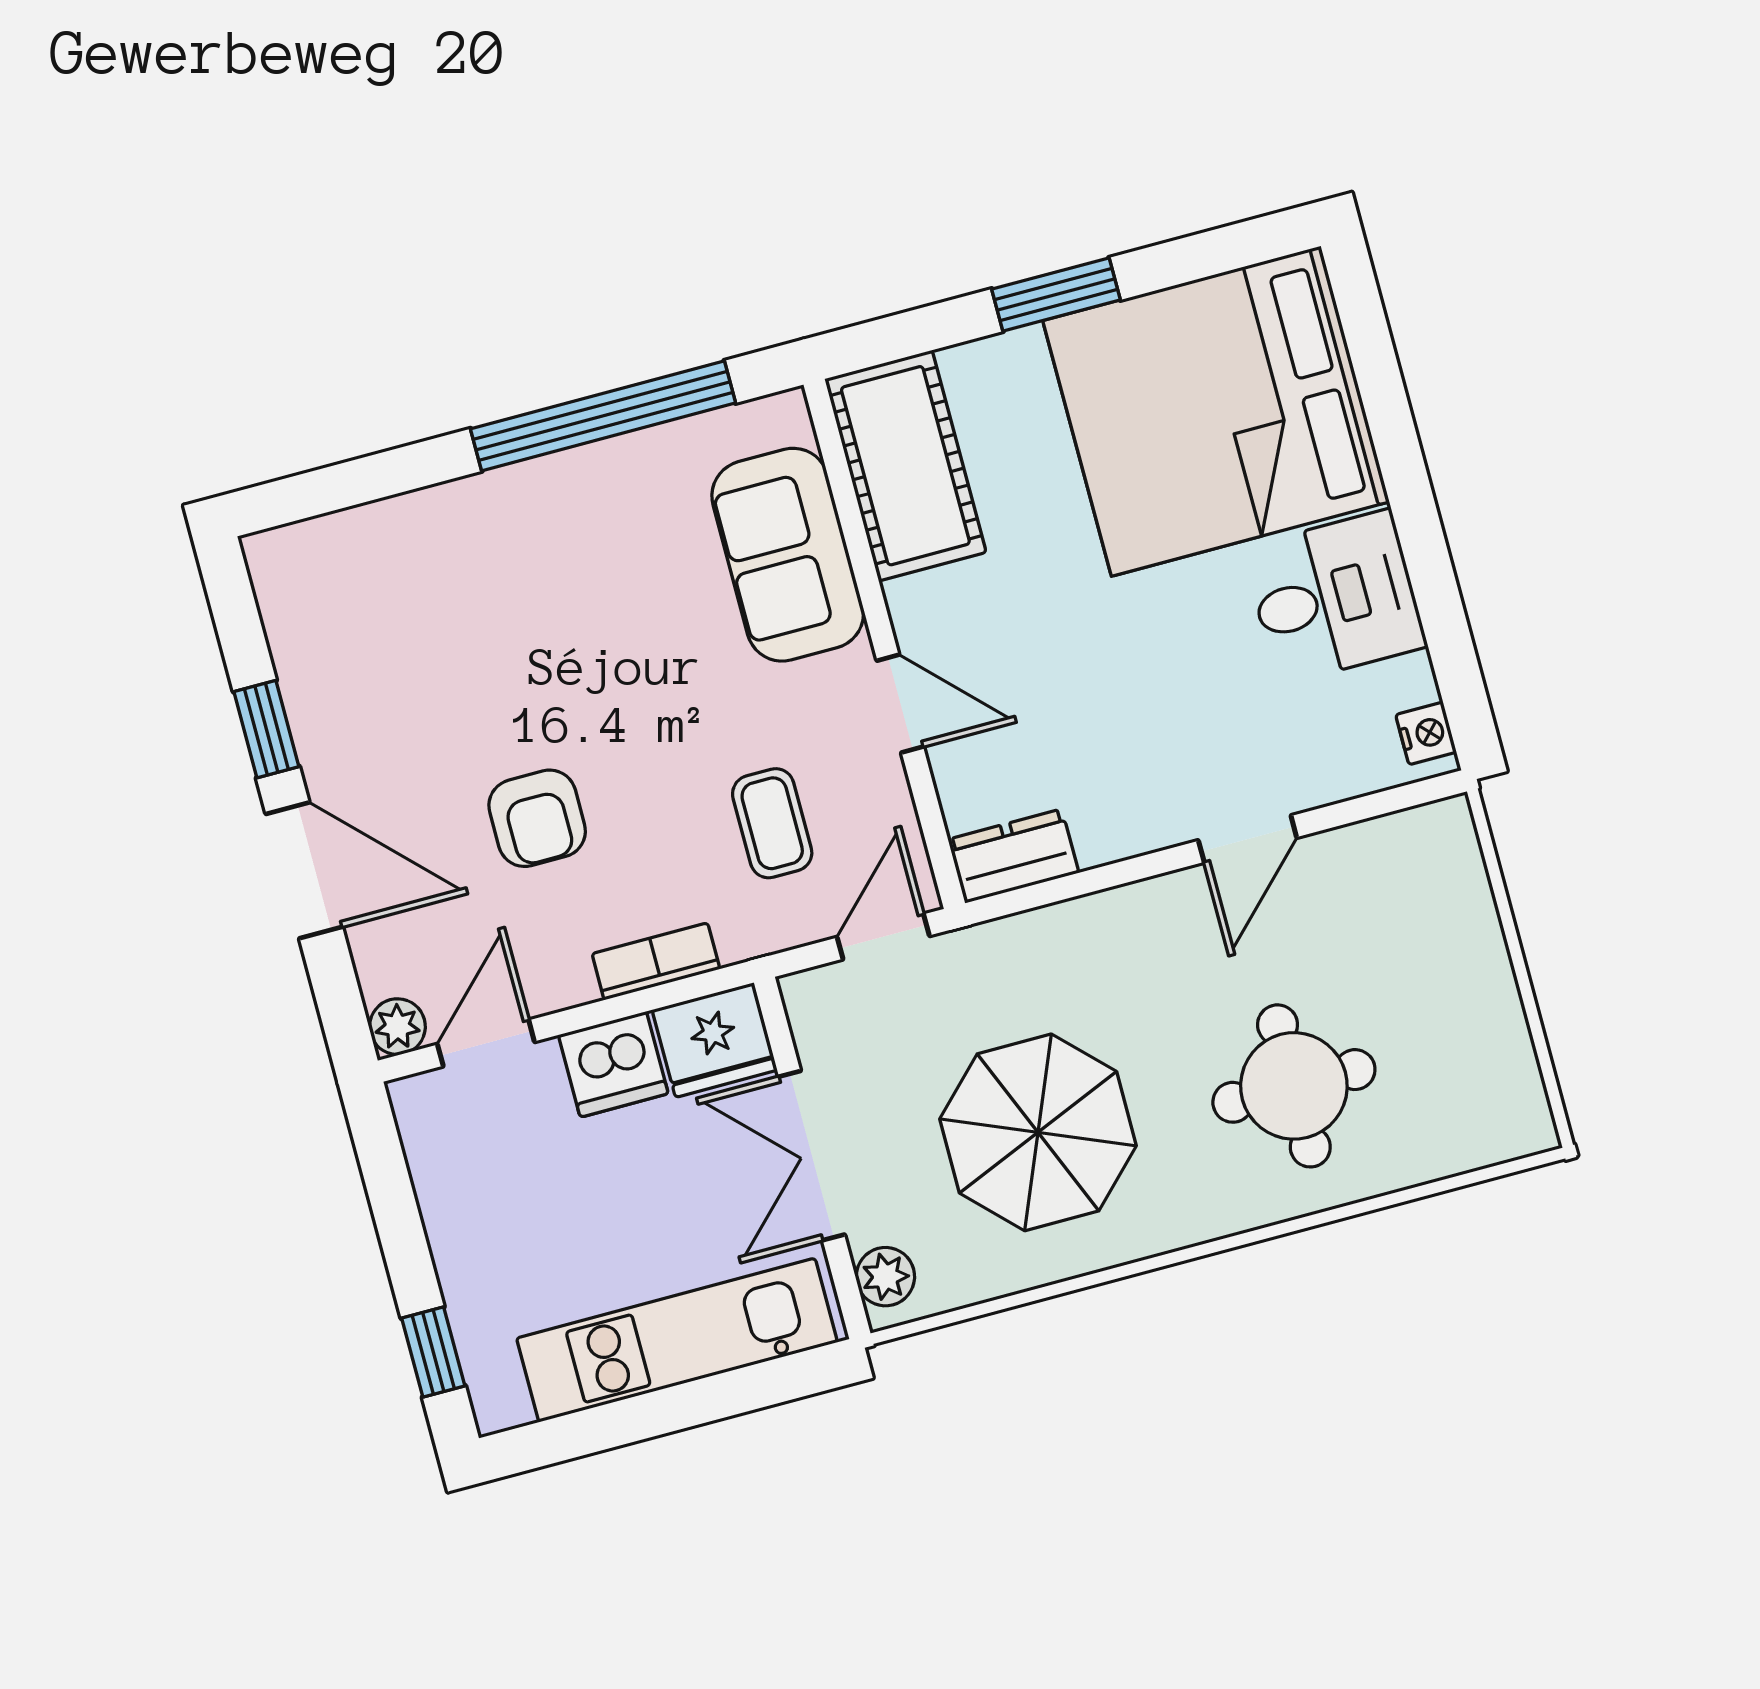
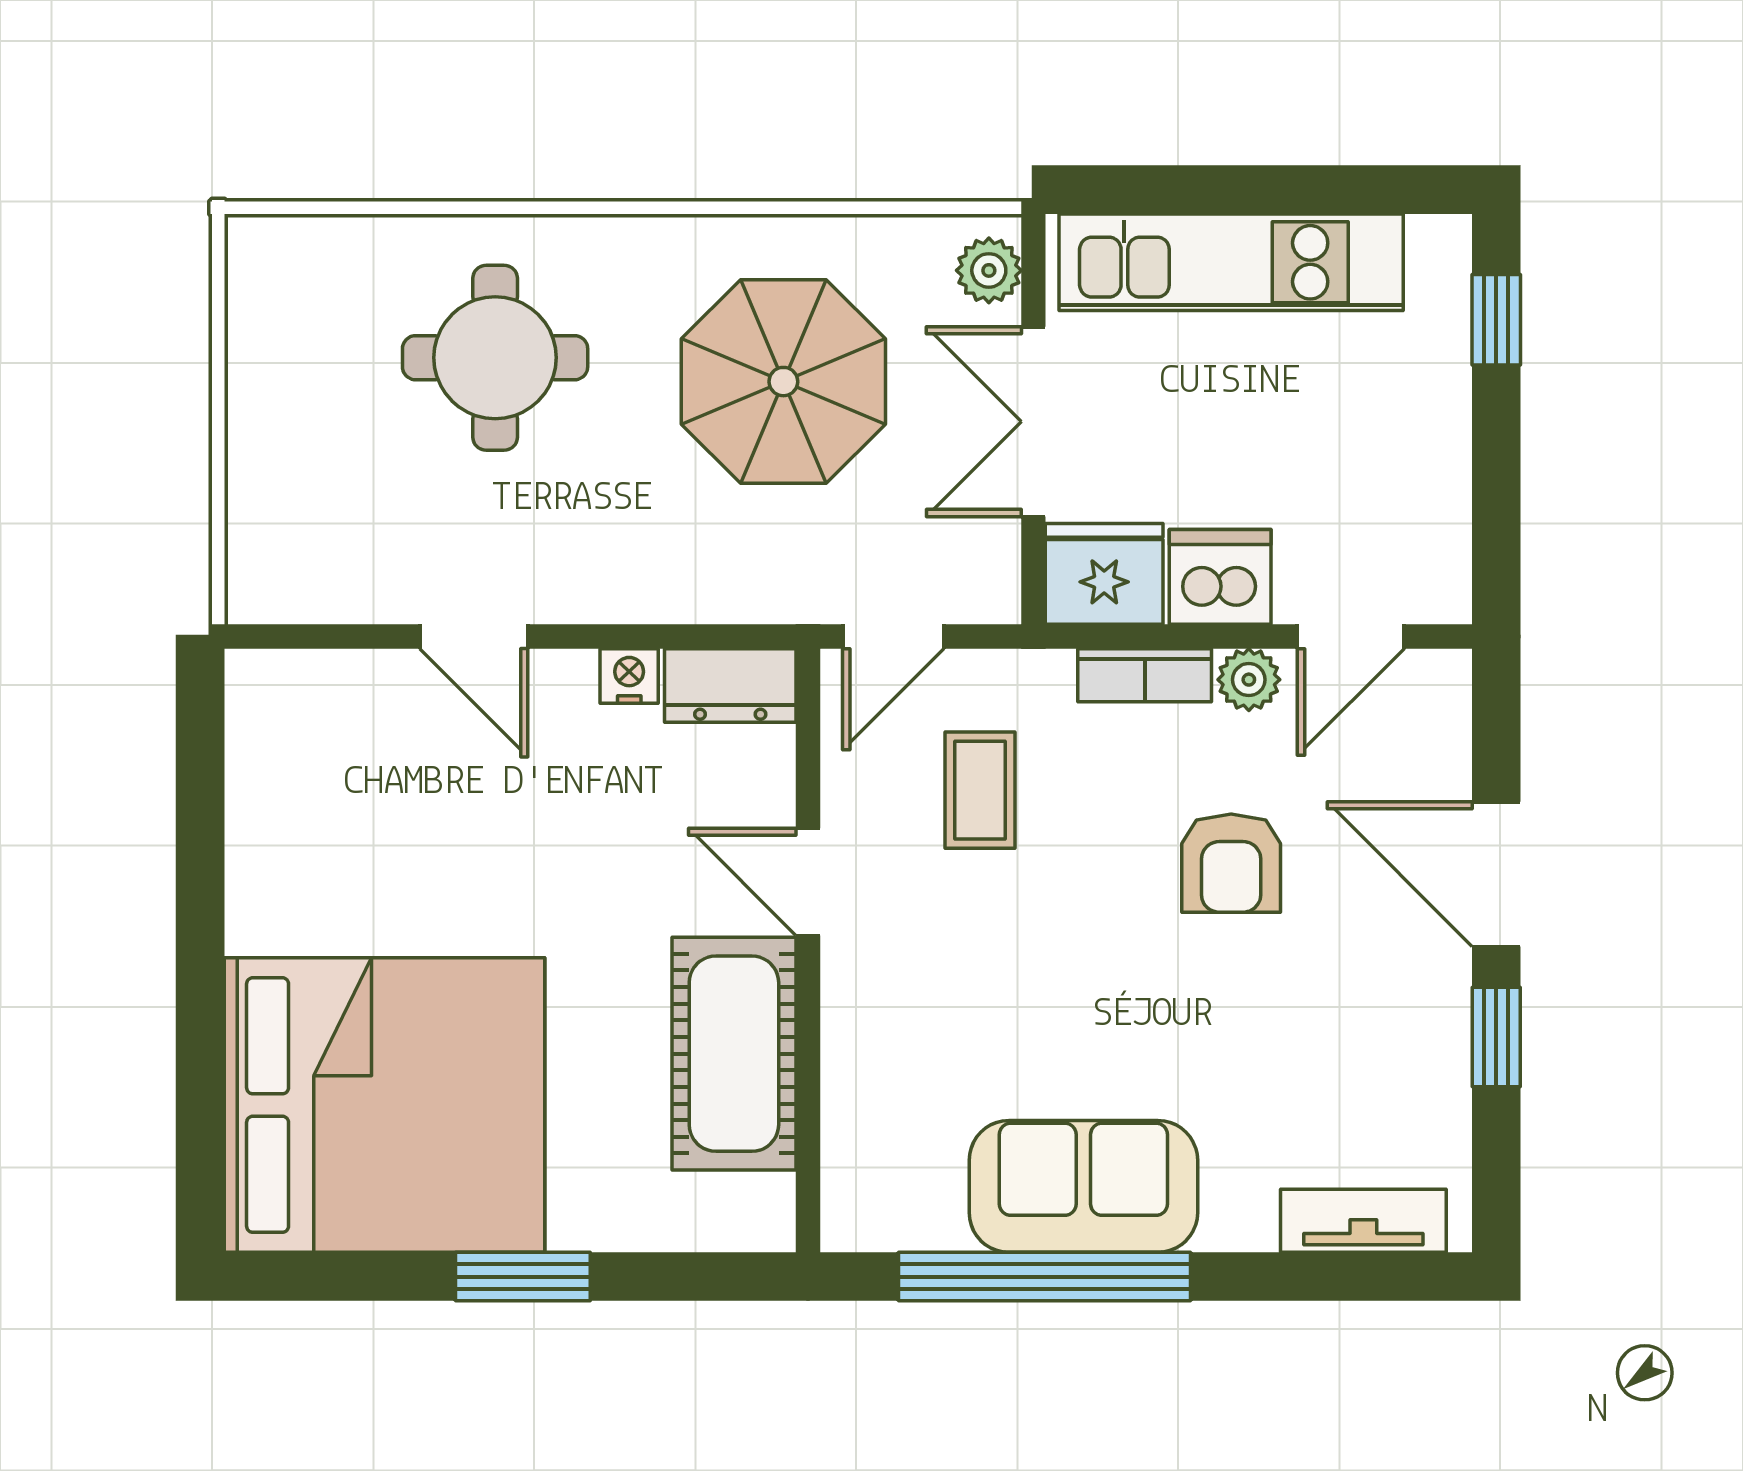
cot: (905, 466) -> (734, 1054), moved
tv unit: (339, 538) -> (1363, 1221), added
sofa: (788, 555) -> (1083, 1186), moved, turned -90
desk: (1335, 597) -> (311, 871), removed
nightstand: (1426, 733) -> (629, 676), moved, turned 90
armchair: (537, 818) -> (1231, 863), turned 180
door: (1248, 839) -> (474, 636), swing flipped
plant: (397, 1027) -> (1249, 680), moved
double door: (812, 1156) -> (1033, 422), swing flipped

